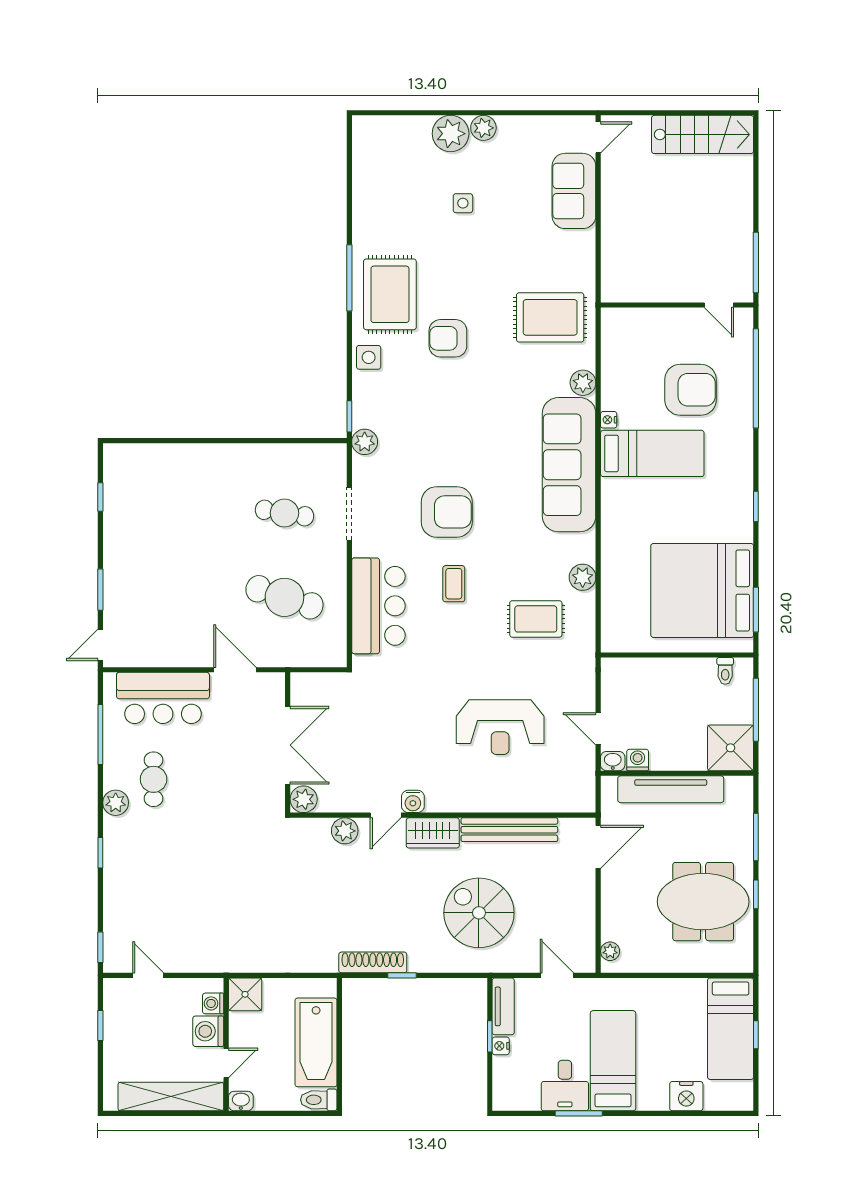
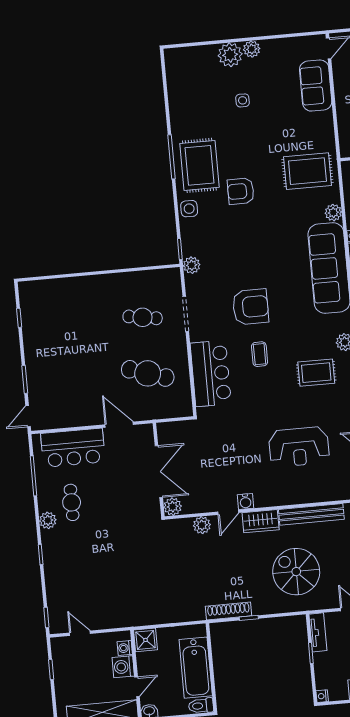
nightstand: (501, 1046) -> (322, 696), moved

